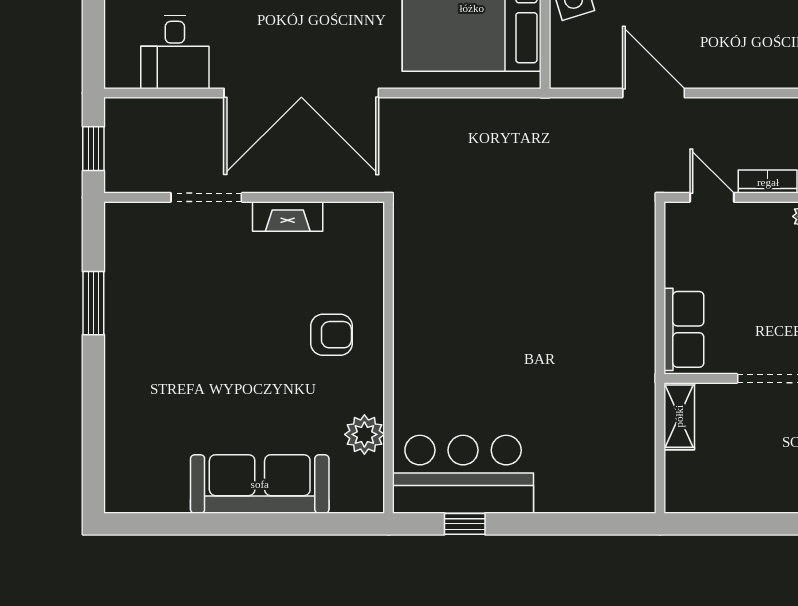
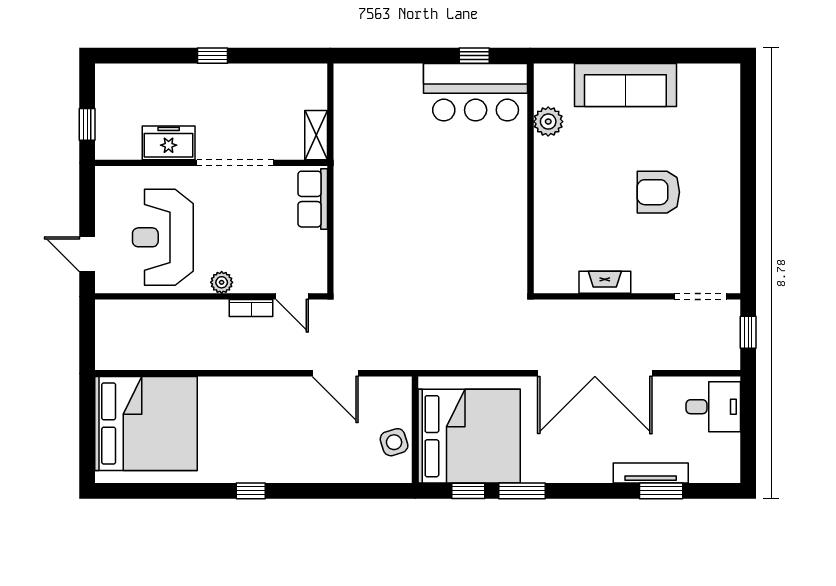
desk: (175, 52) -> (713, 407), moved, turned 90
double door: (301, 93) -> (595, 373), swing flipped
doorway: (206, 197) -> (700, 296), moved
window: (93, 303) -> (748, 218), removed
armchair: (331, 335) -> (658, 192), moved, width x1.38, depth x1.38

